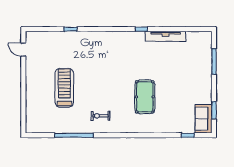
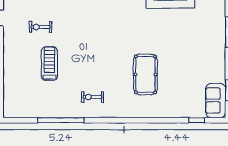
exercise bike: (57, 57) -> (40, 27), added
treadmill: (64, 88) -> (49, 64), width x0.73, depth x0.73

